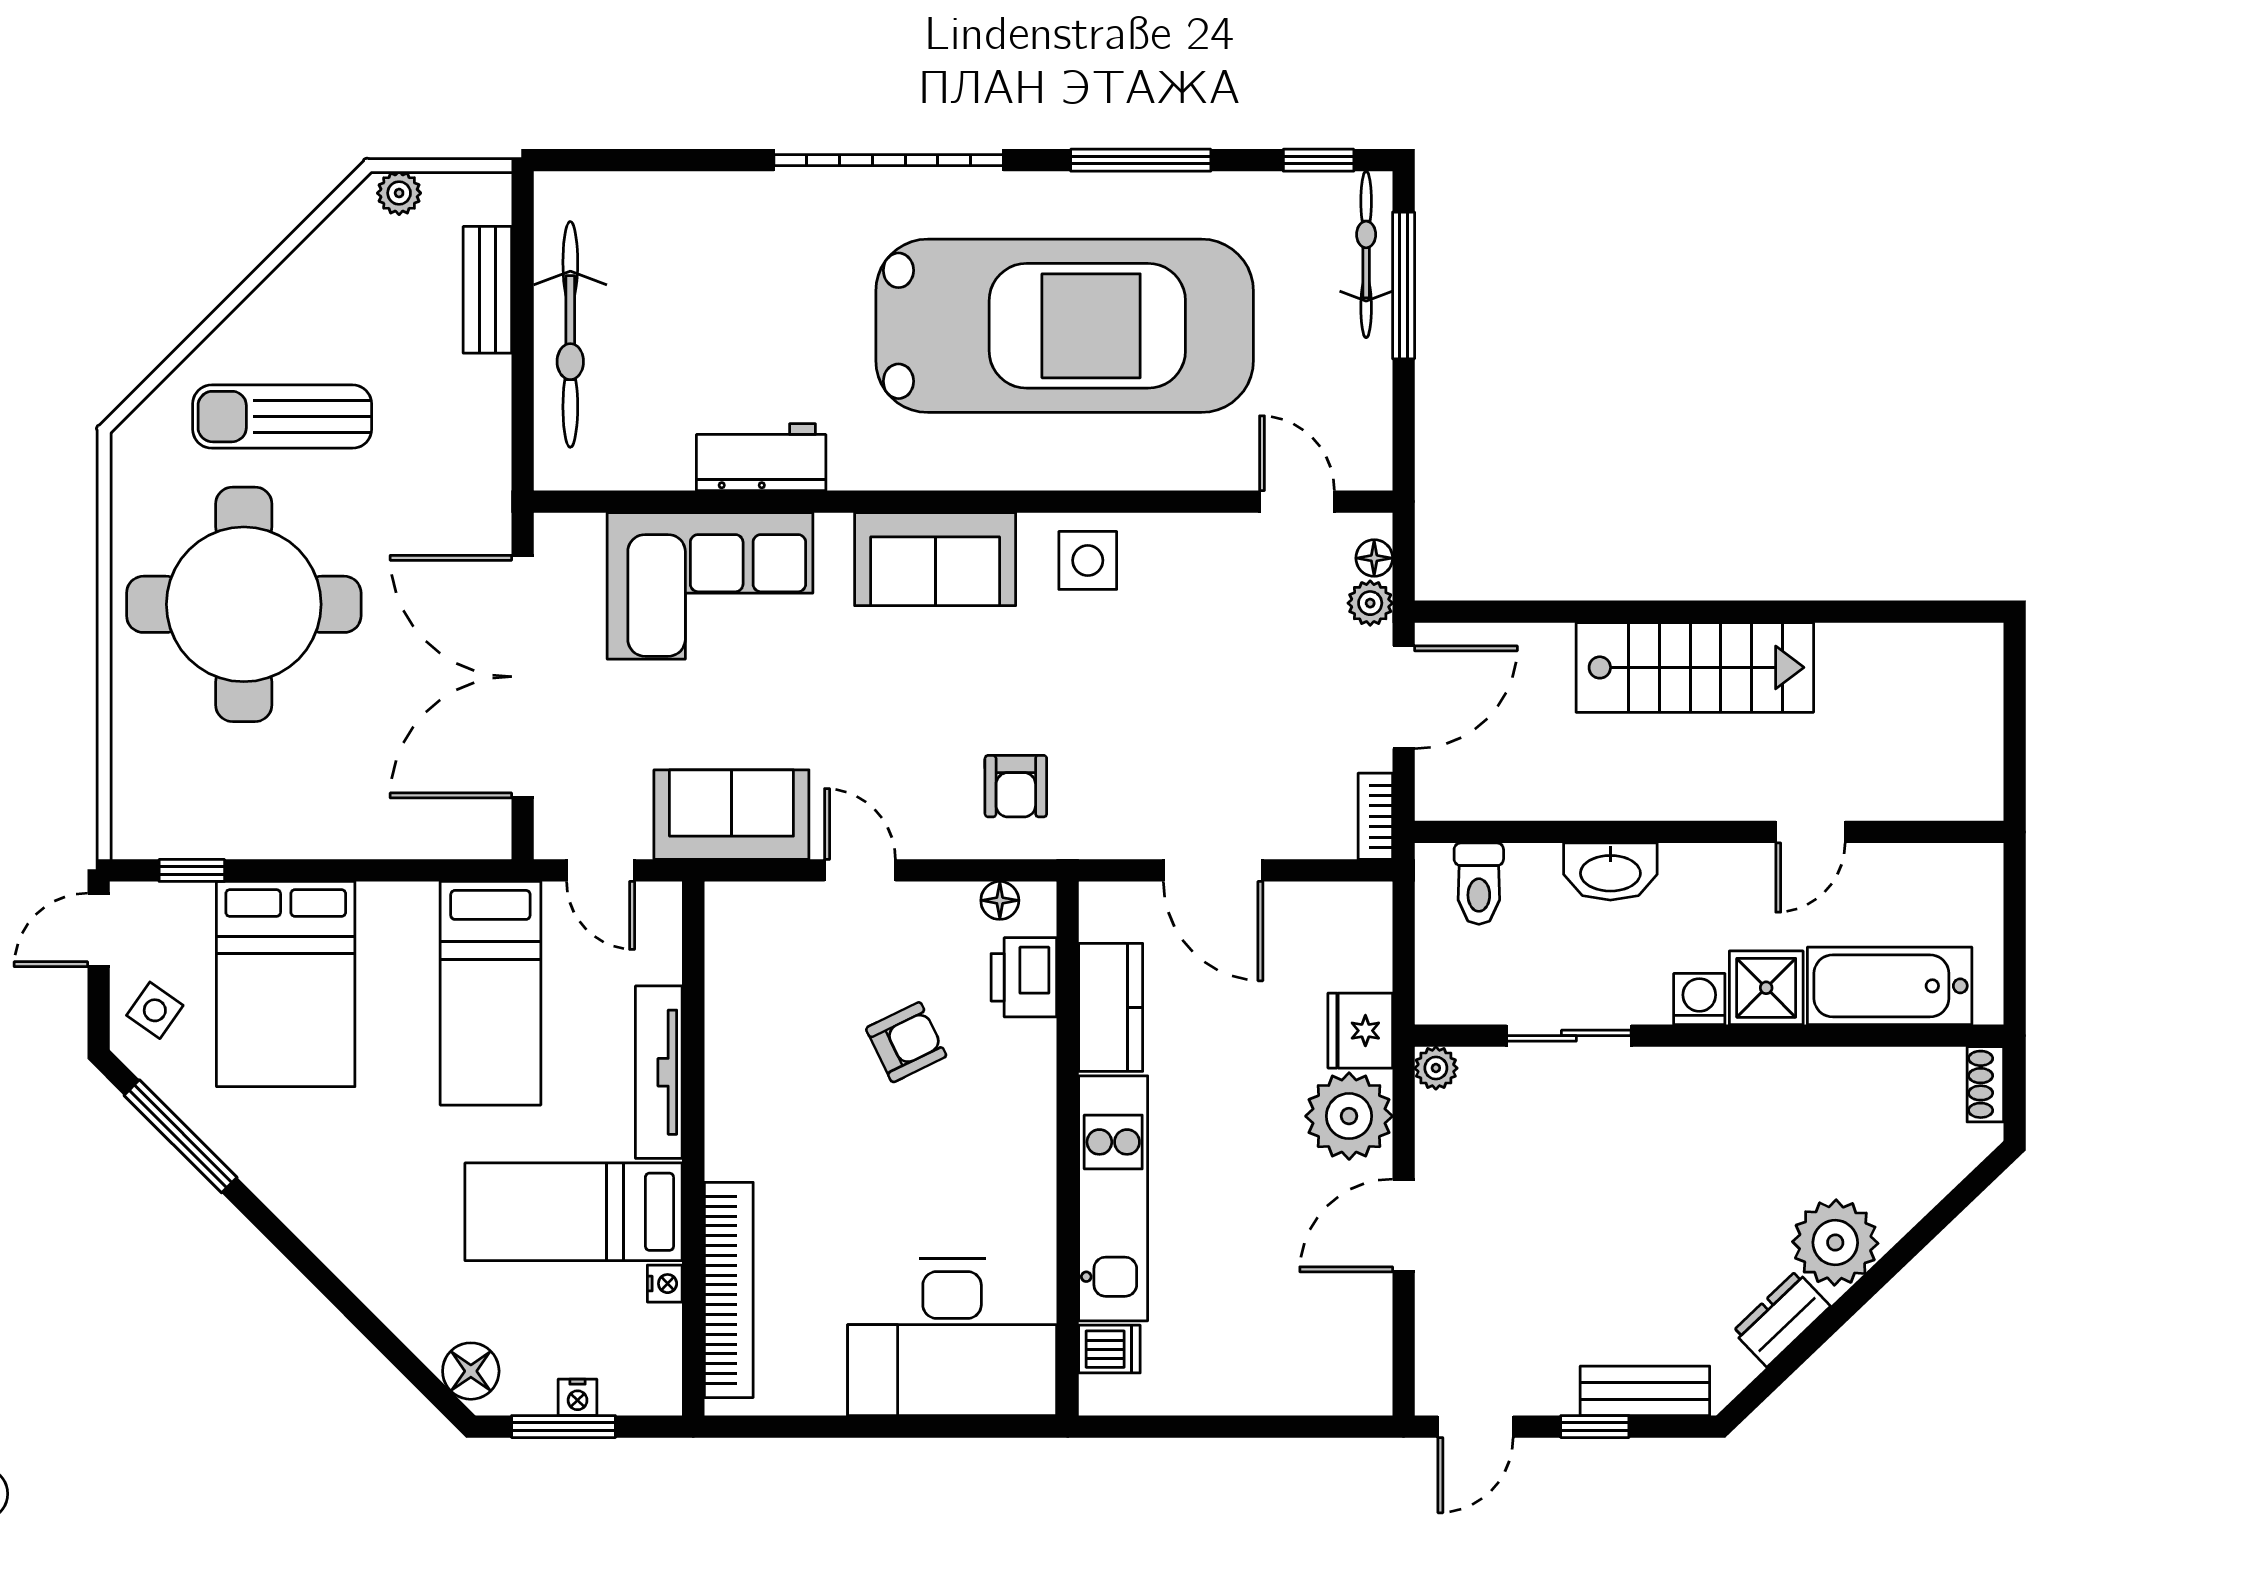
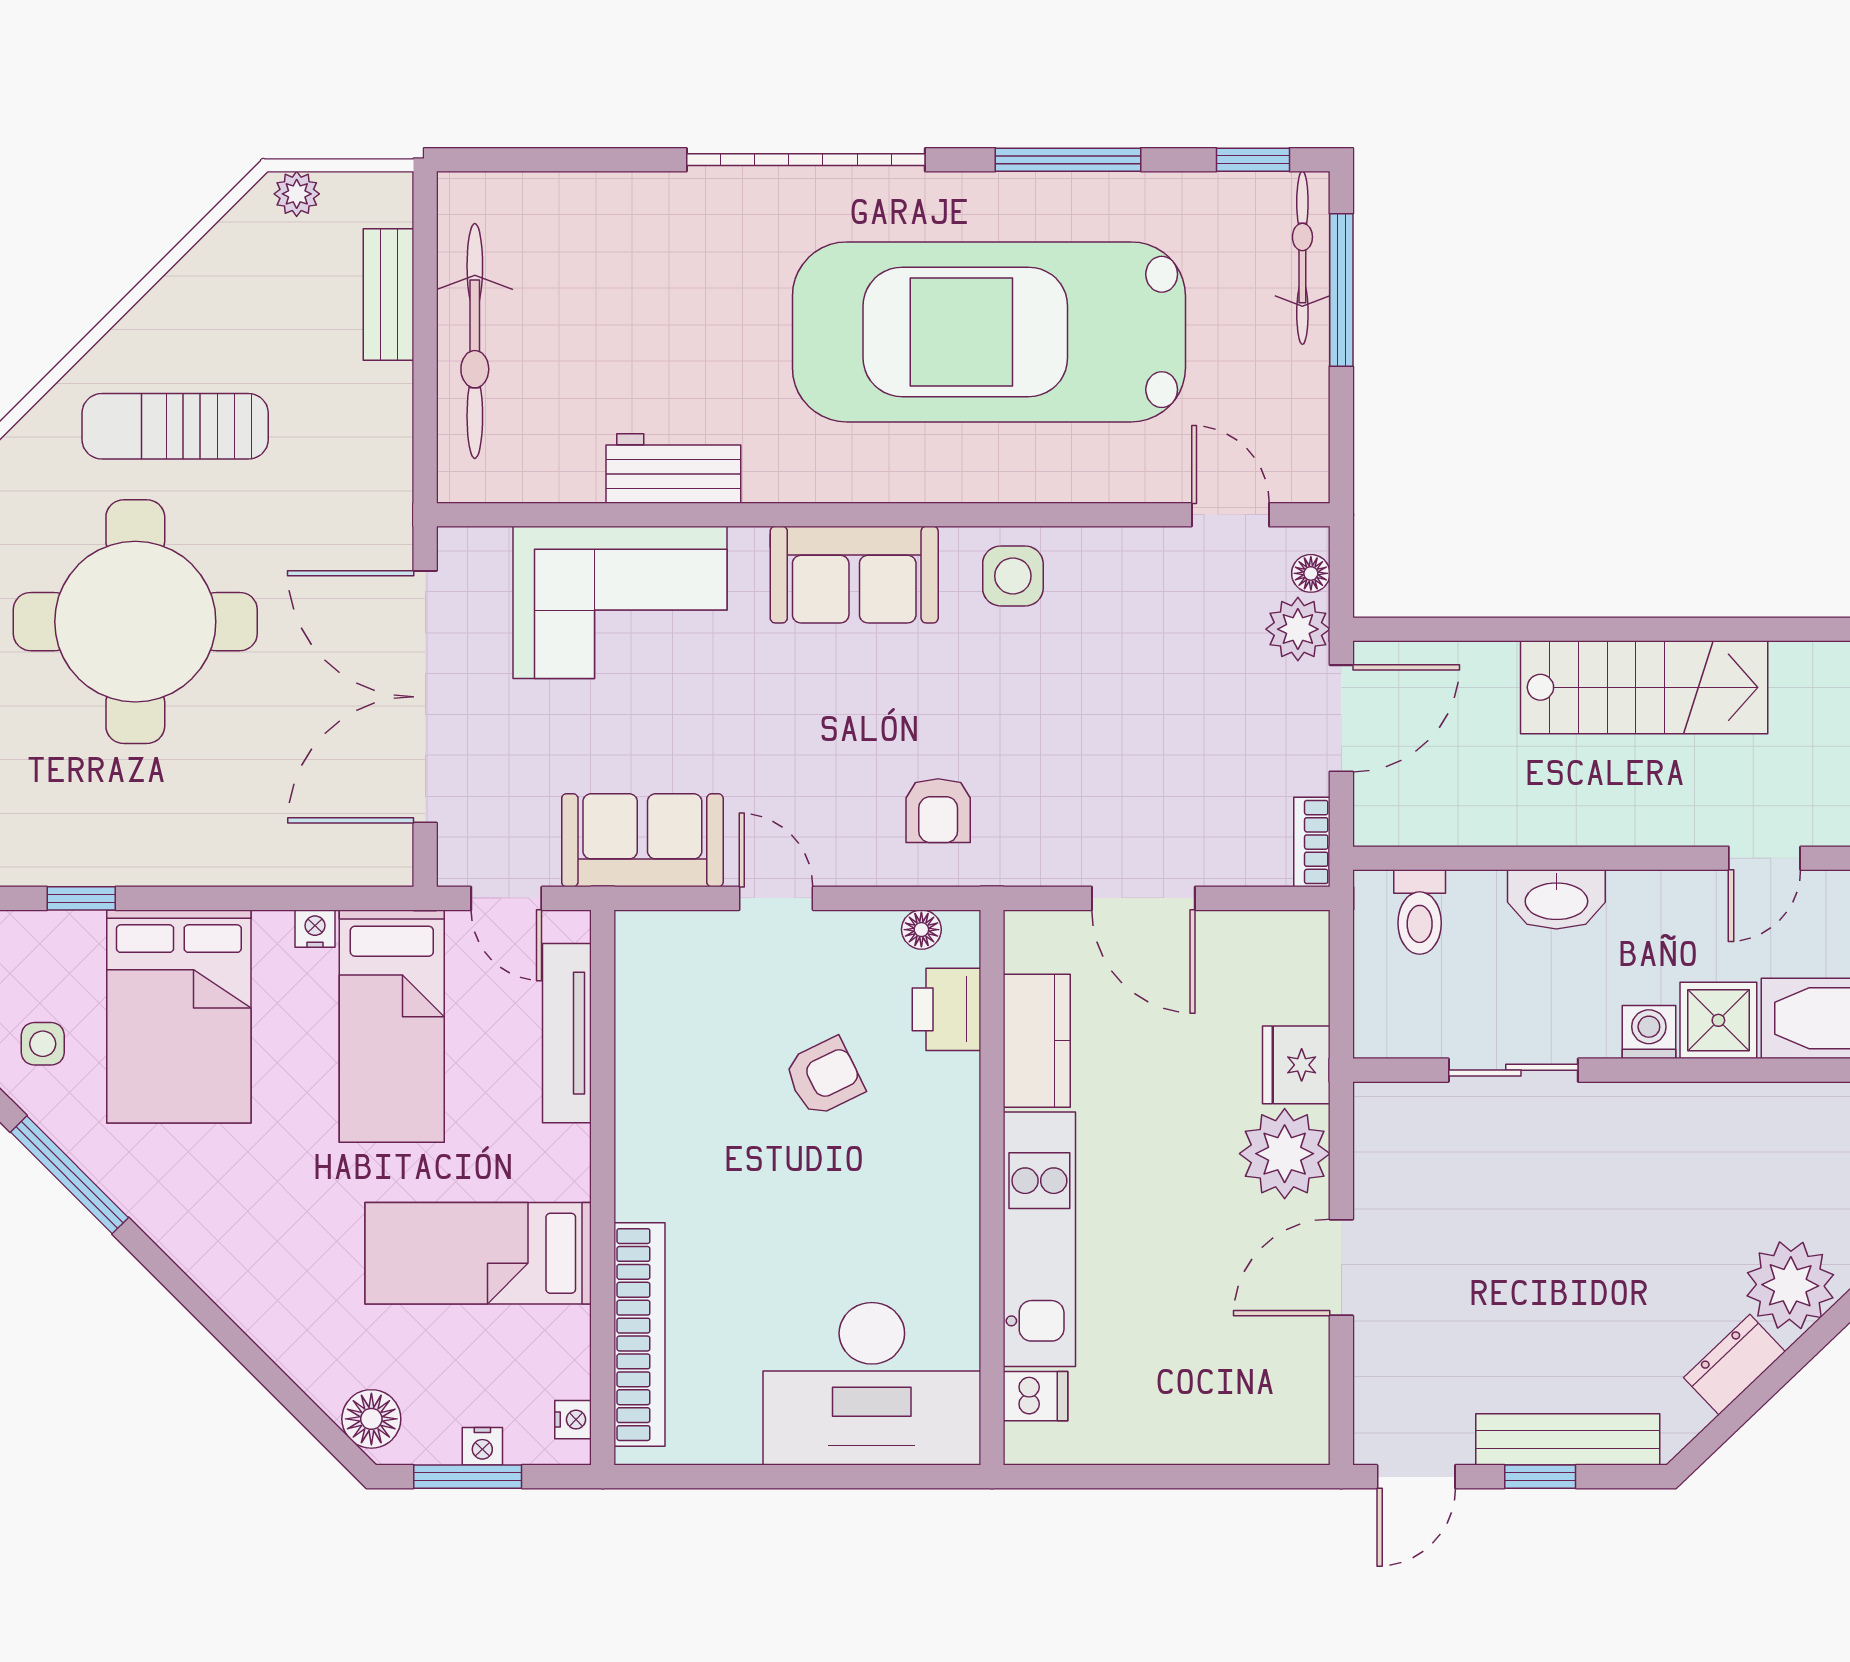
car: (1065, 326) -> (989, 332), turned 180
plant: (1370, 603) -> (1298, 629), width x1.38, depth x1.38
nightstand: (417, 900) -> (315, 929), added
side table: (155, 1010) -> (43, 1044), turned -35
plant: (1436, 1068) -> (1375, 1104), removed
tv unit: (659, 1072) -> (567, 1033), moved
nightstand: (665, 1284) -> (573, 1420), moved
bench: (1645, 1391) -> (1568, 1439), width x1.36

